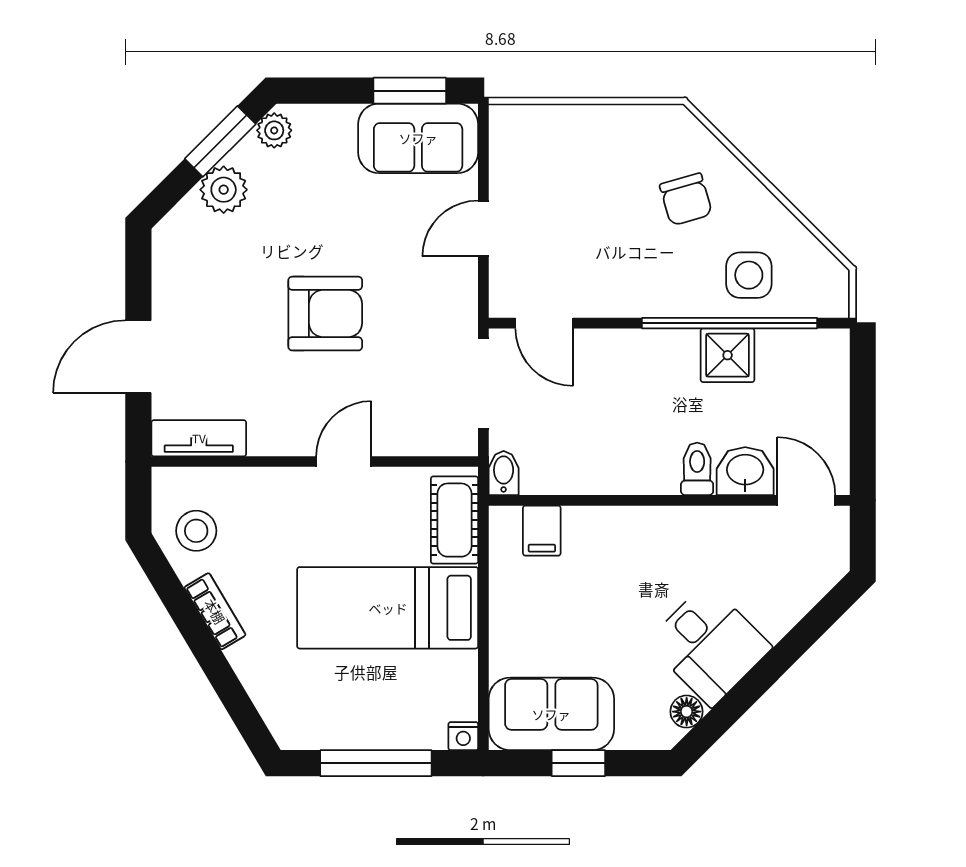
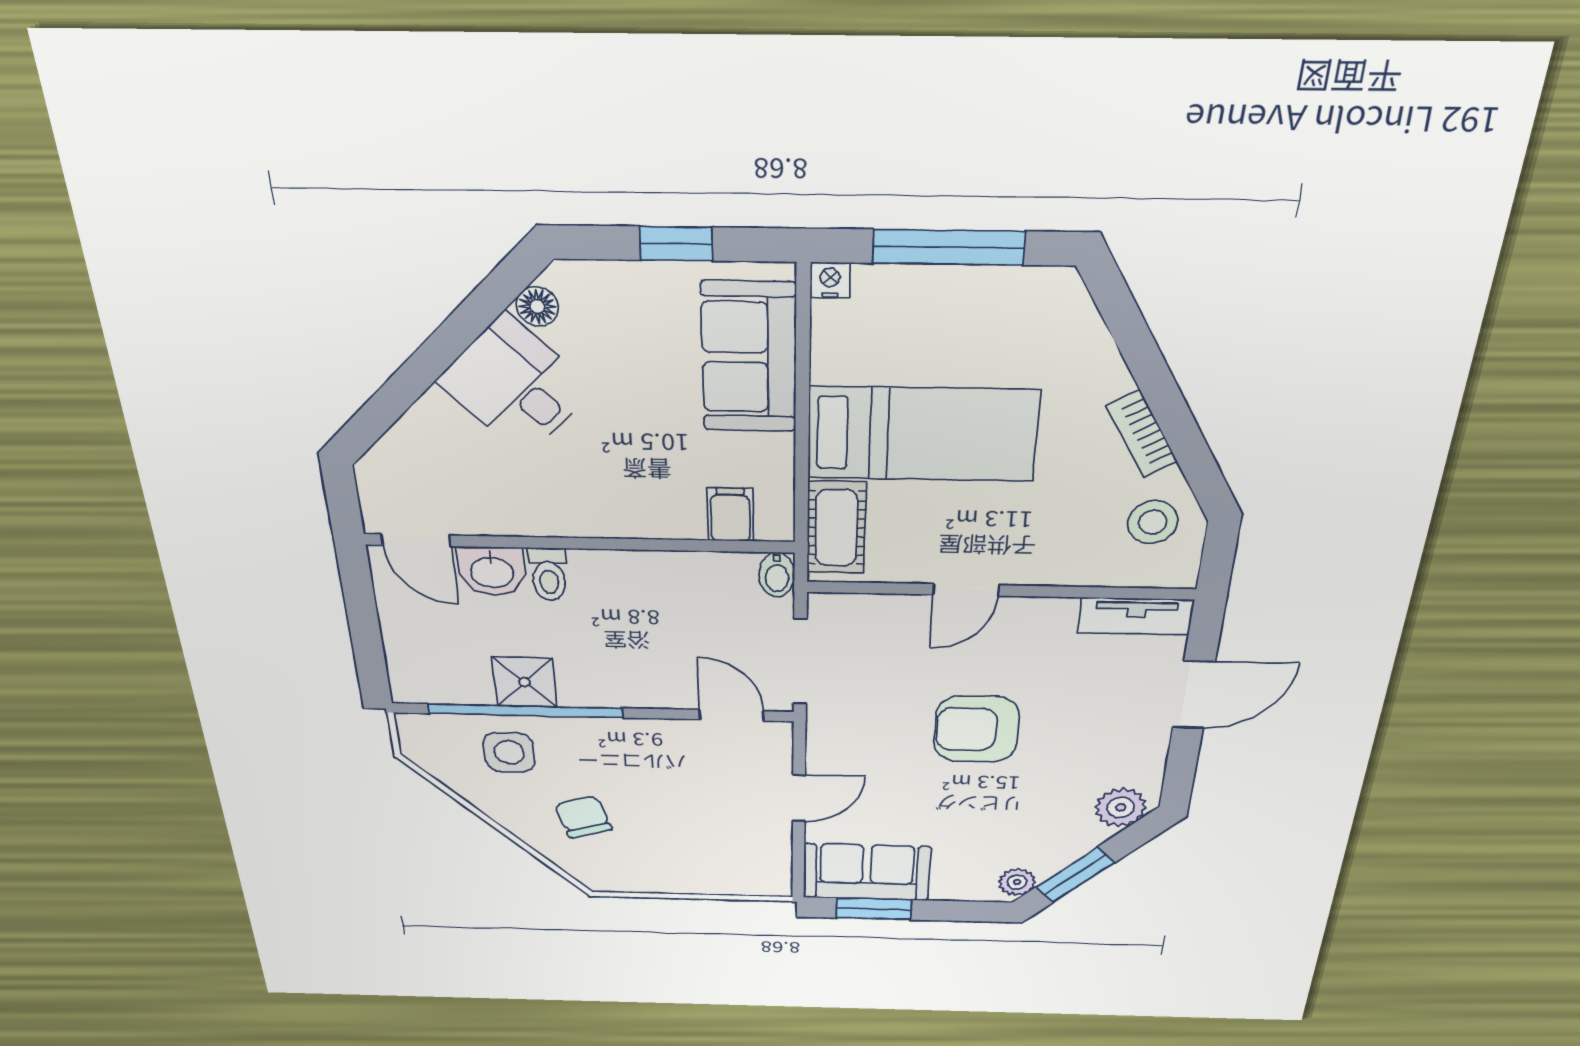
plant: (224, 190) -> (1121, 807), moved
sofa: (551, 714) -> (749, 358), moved, turned 90

